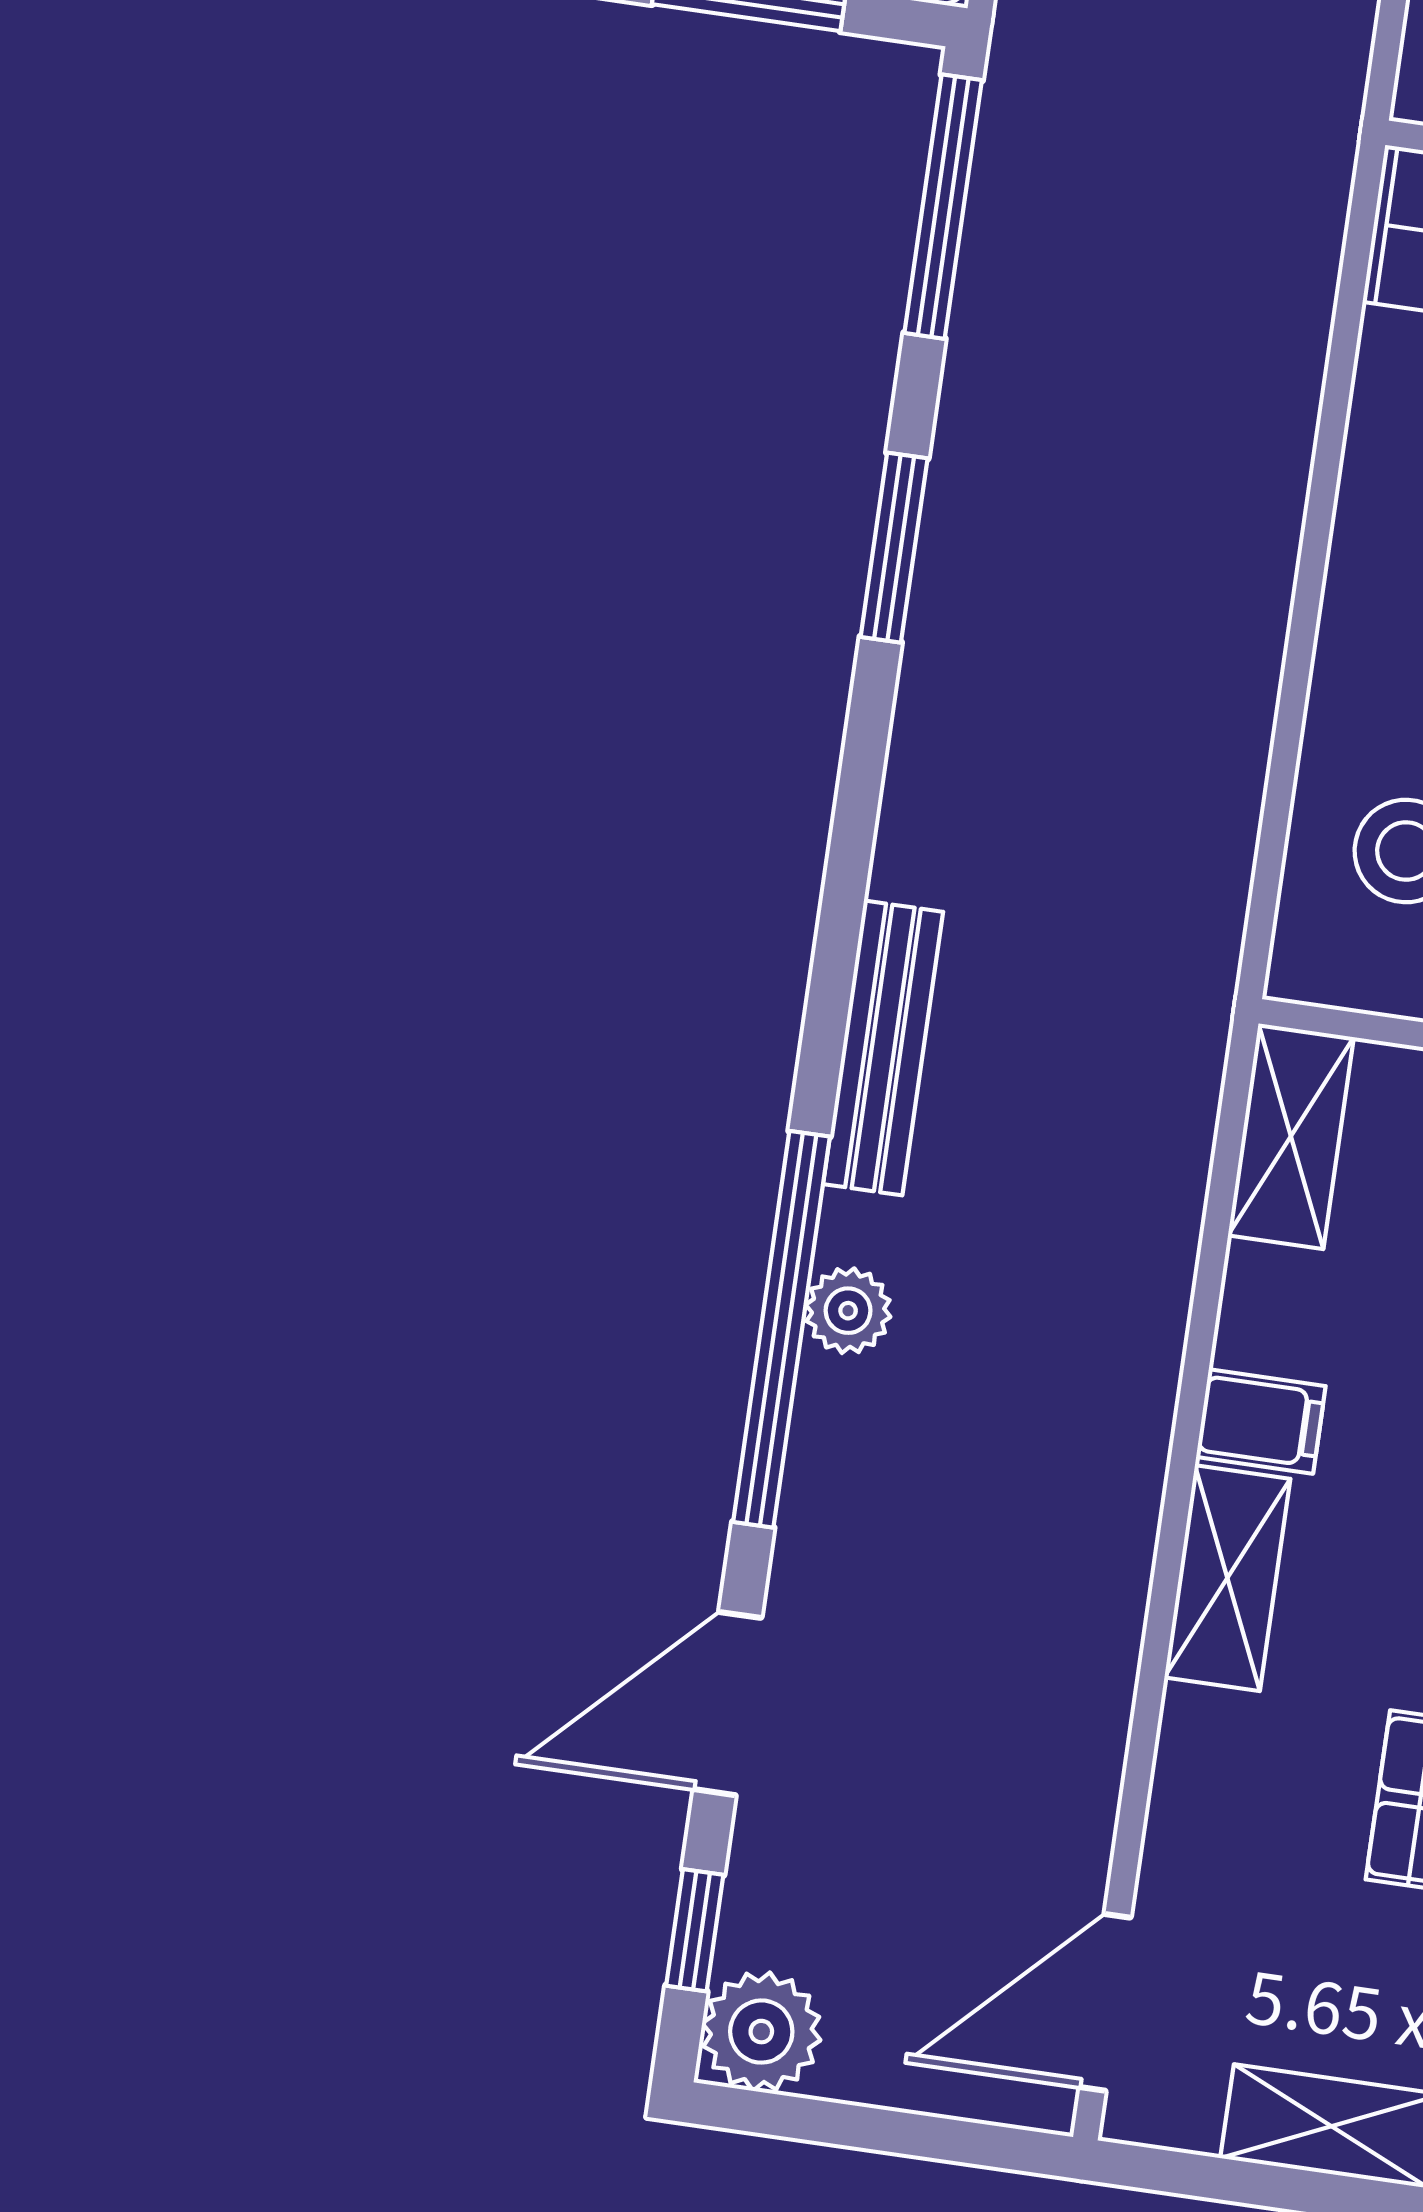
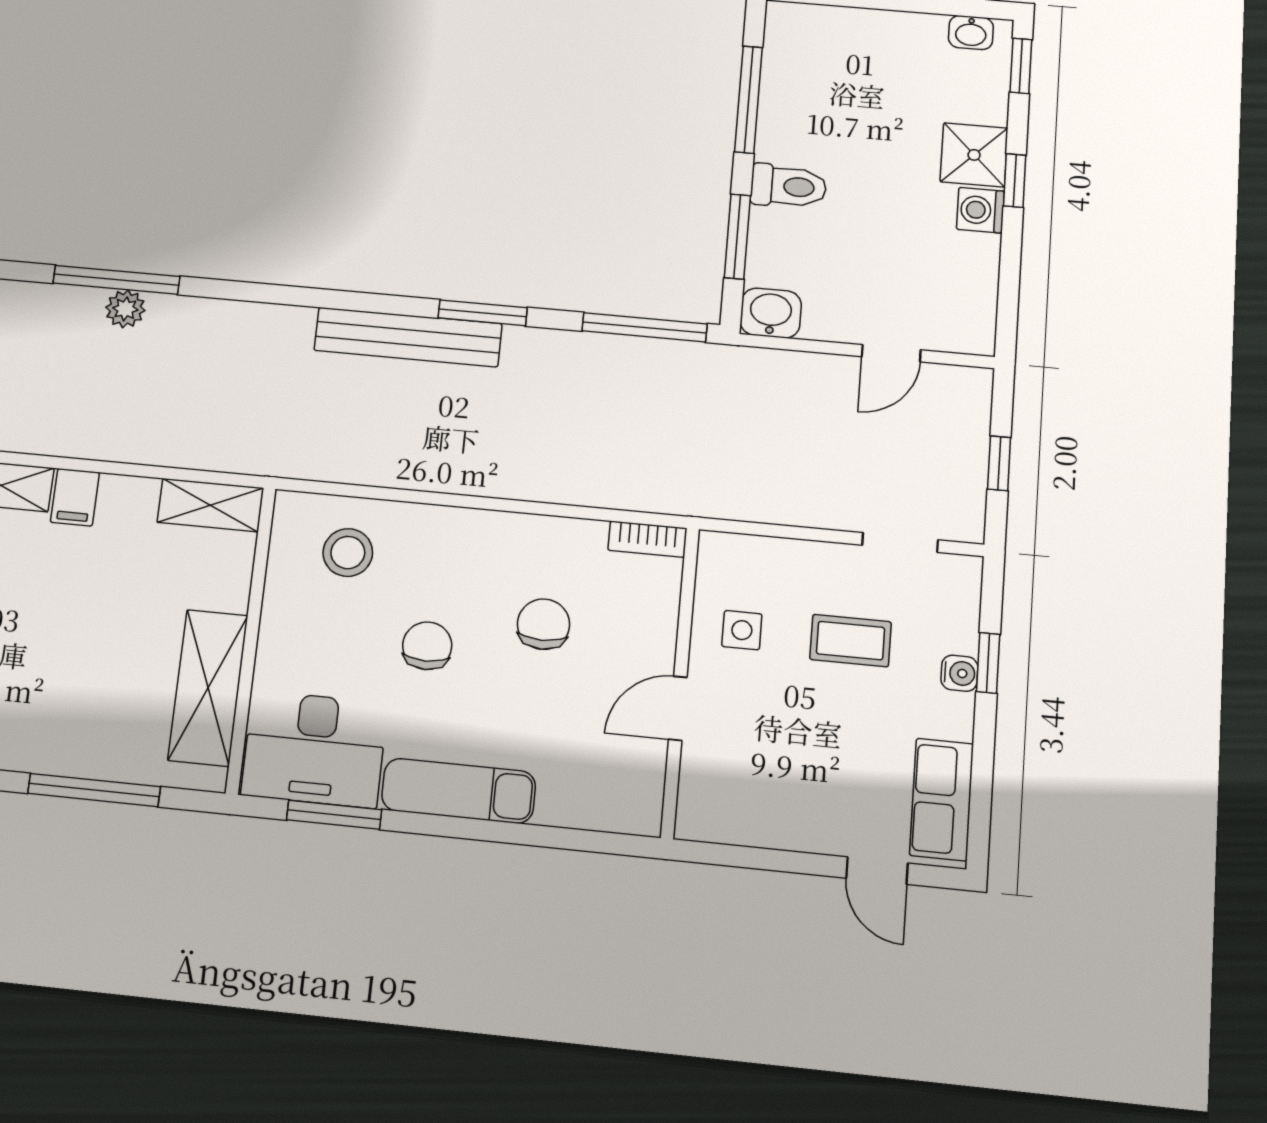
bench: (883, 1048) -> (408, 337), moved, width x1.37, depth x1.21
window: (781, 1329) -> (116, 280), width x0.68

